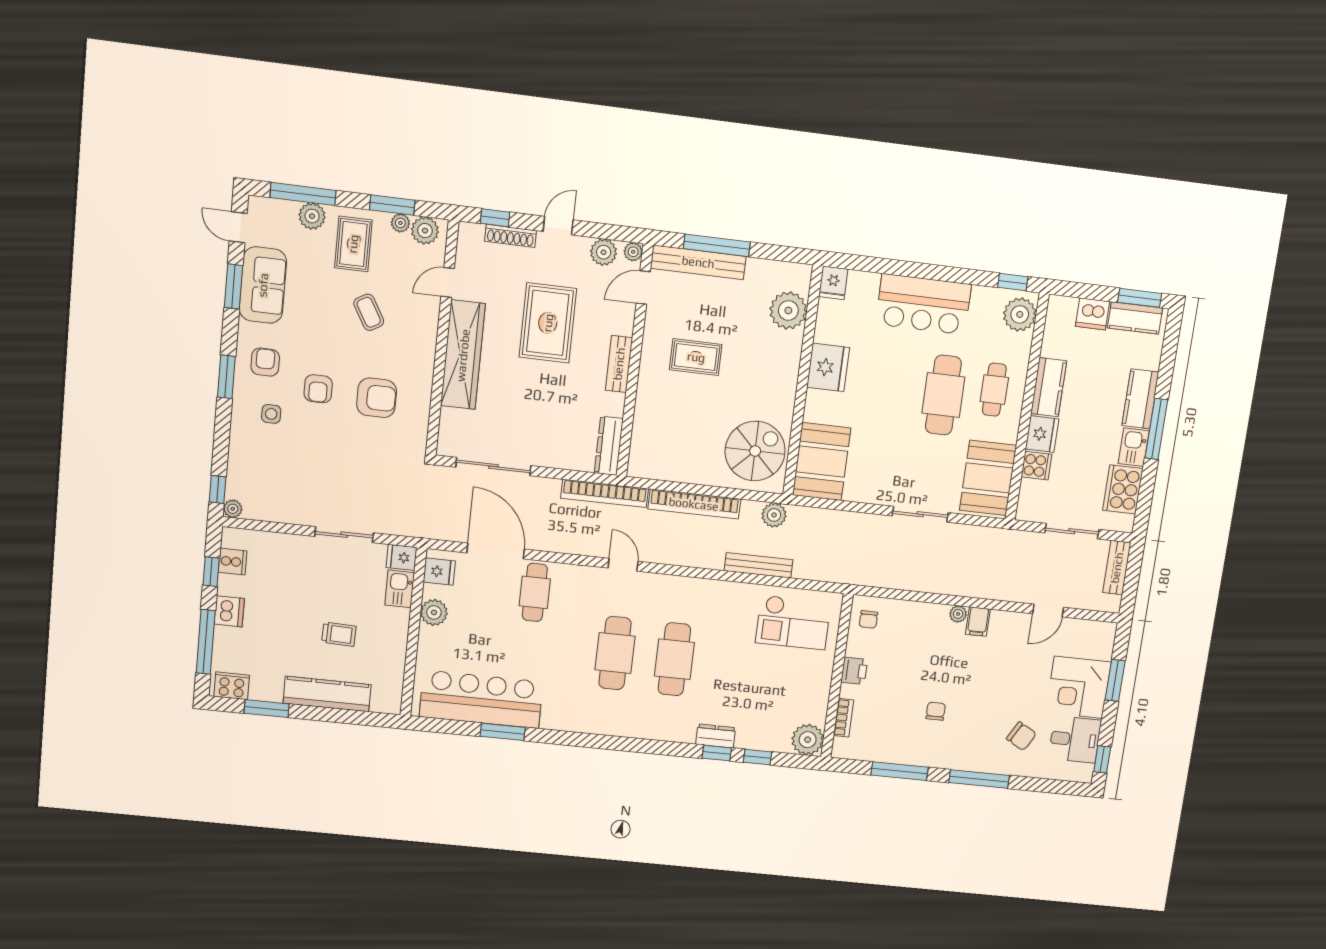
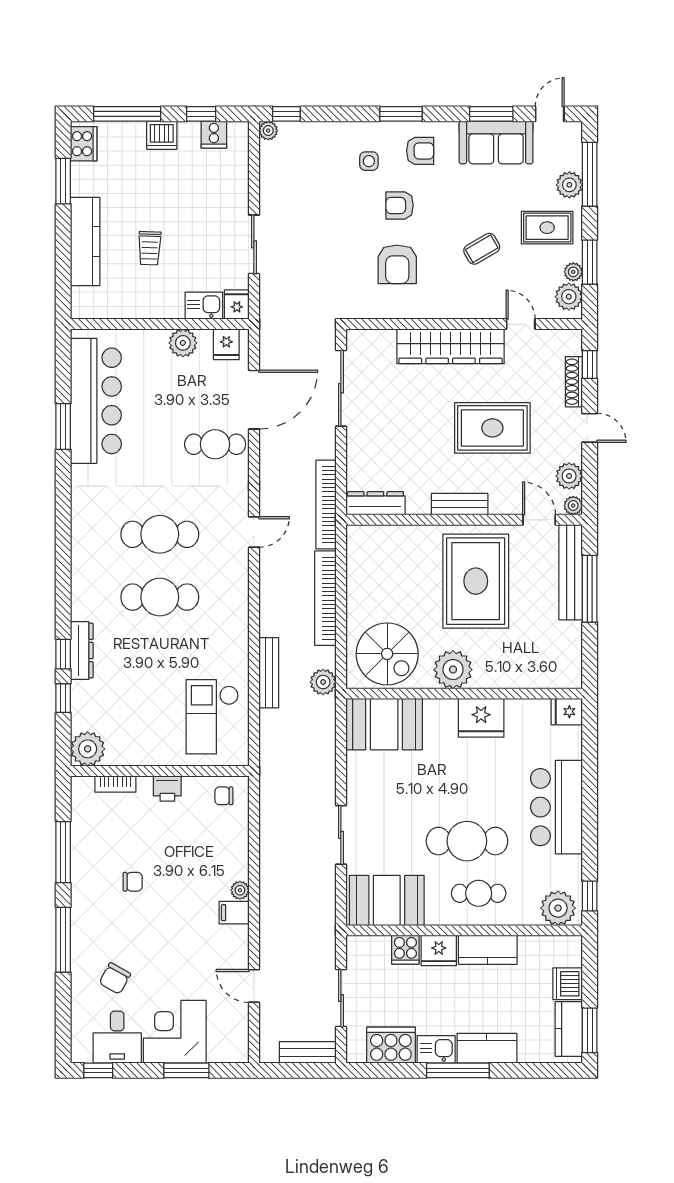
plant: (788, 310) -> (453, 670), moved
rug: (696, 357) -> (476, 581), width x1.86, depth x2.06
dresser: (716, 736) -> (82, 651), width x1.44

